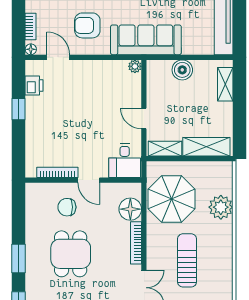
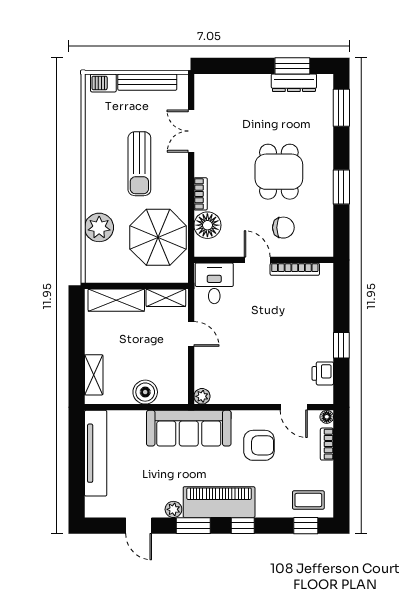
bookcase: (136, 243) -> (201, 194), width x0.64
window: (19, 259) -> (341, 187), moved

